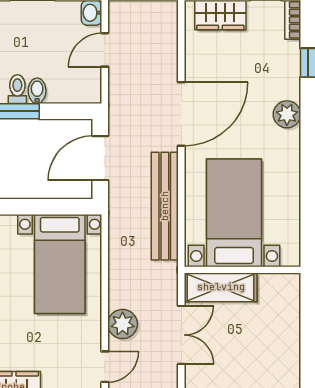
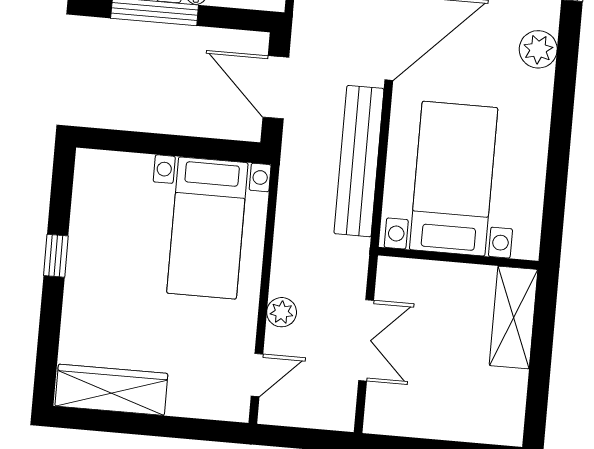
door: (100, 158) -> (276, 87), hinge flipped
shelving: (221, 287) -> (514, 317), moved, turned 90
plant: (123, 324) -> (282, 312), width x0.73, depth x0.73

